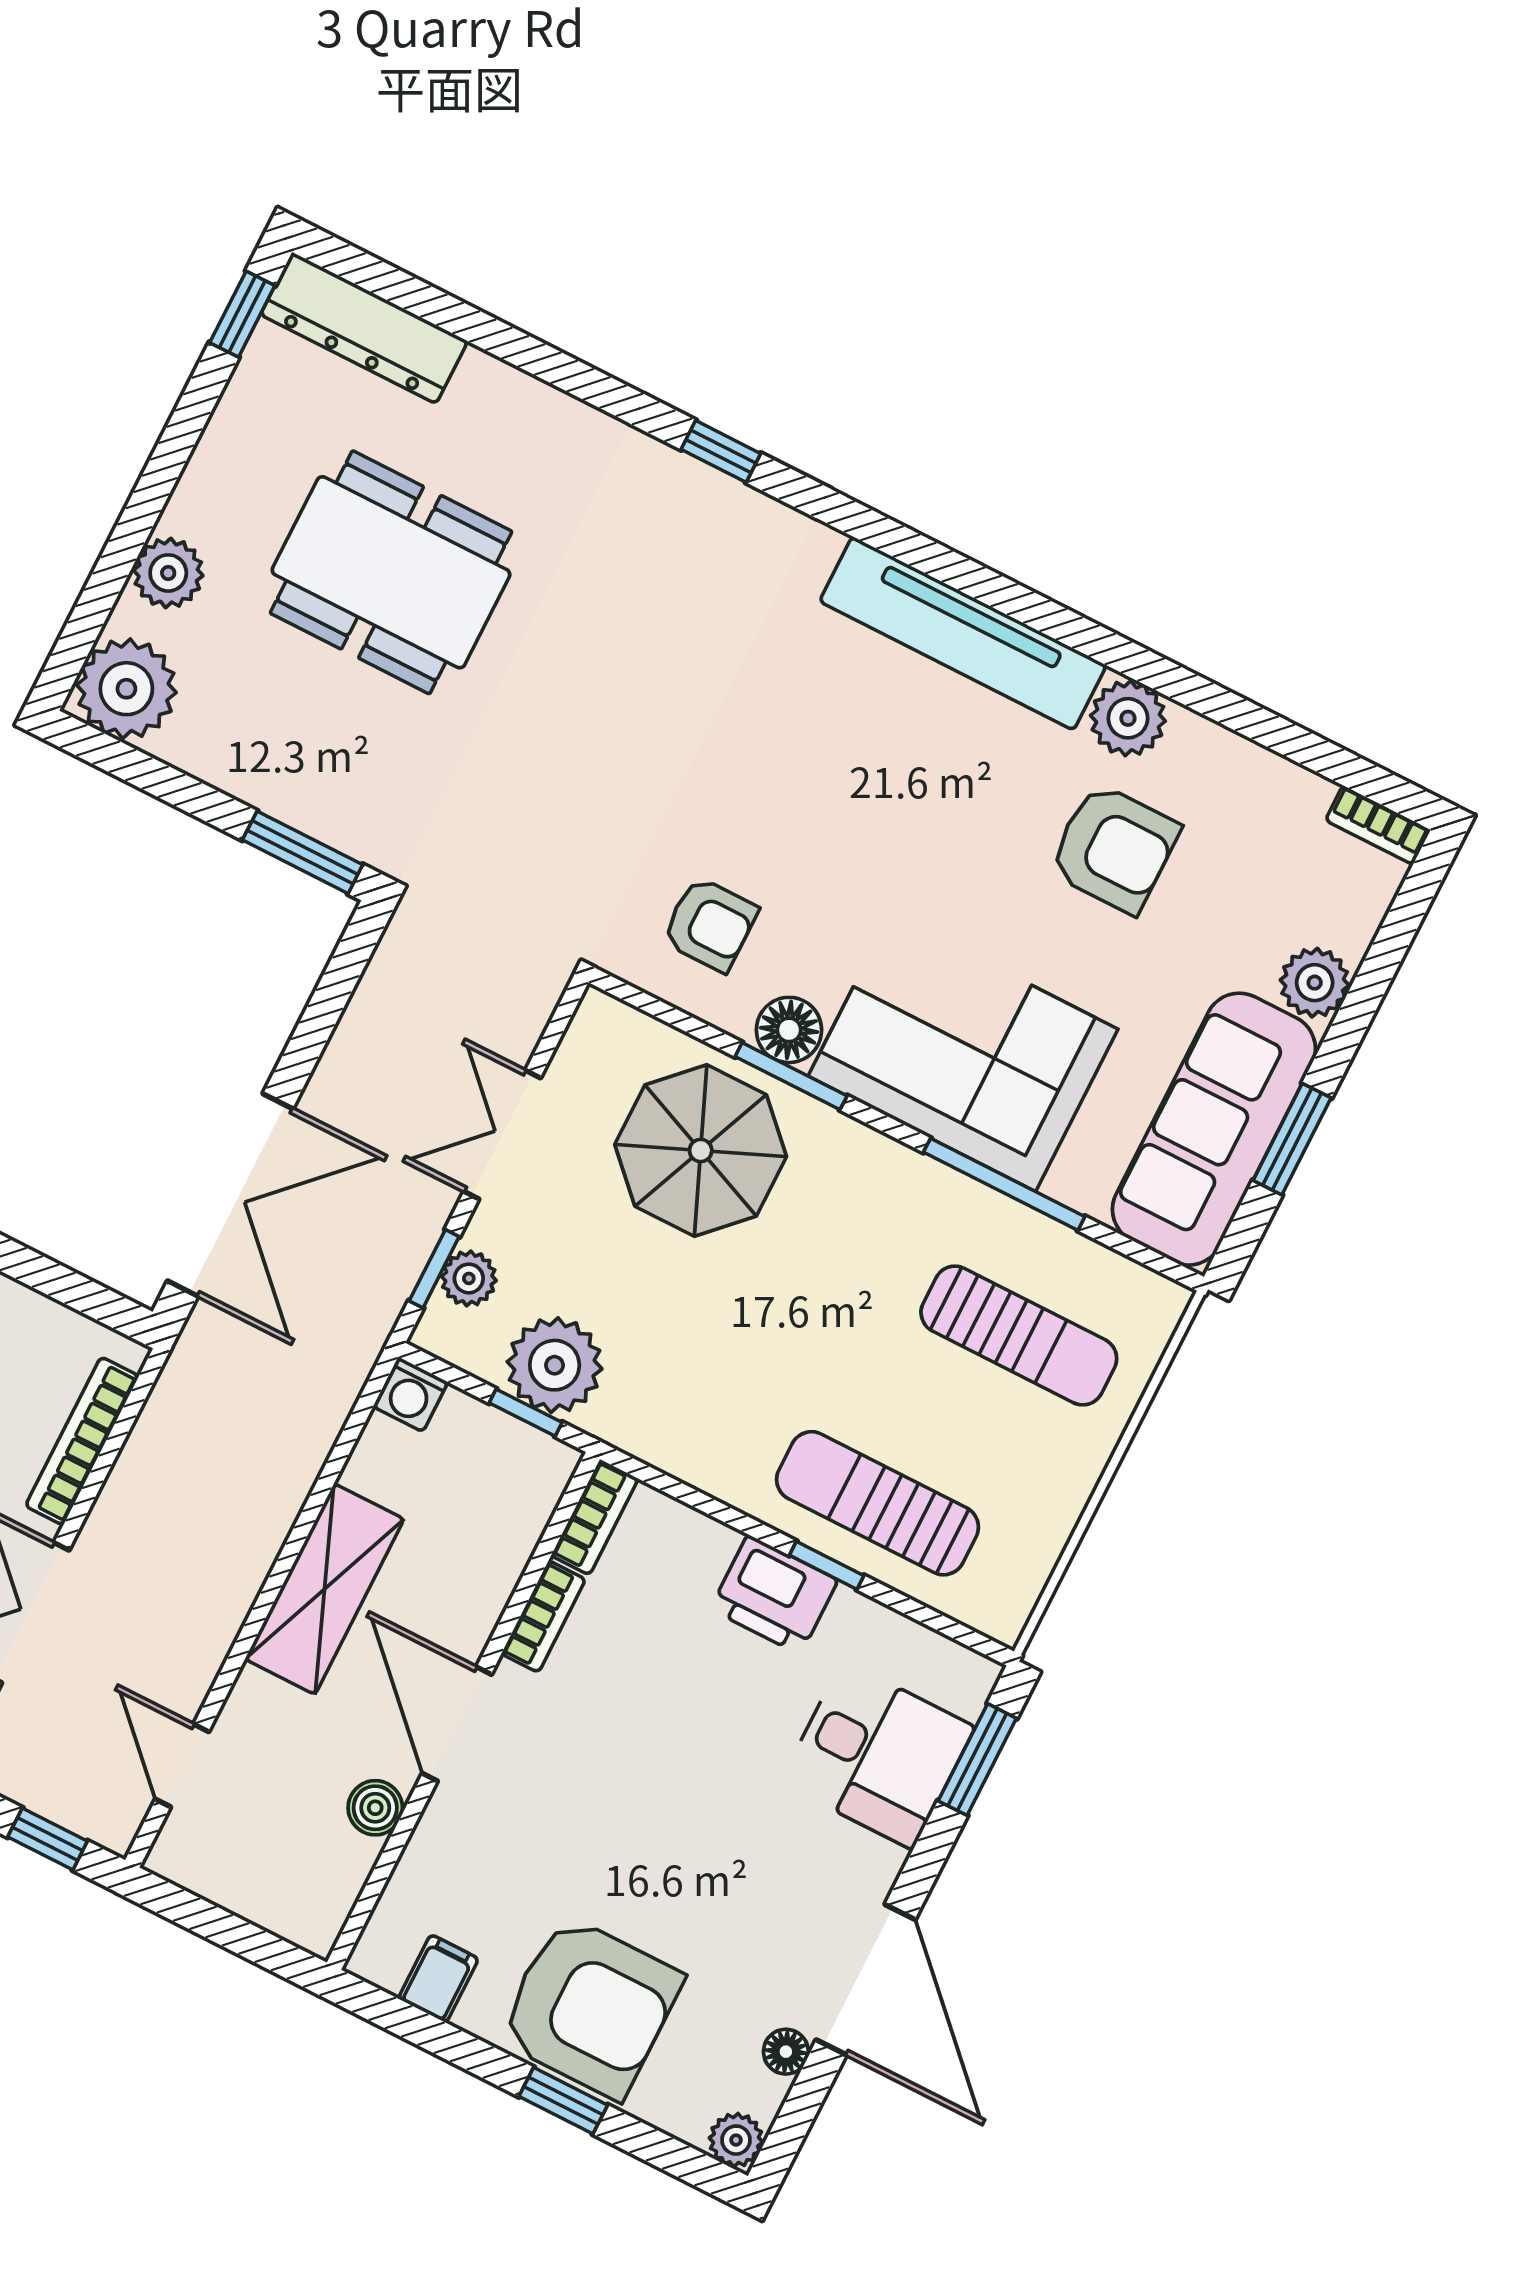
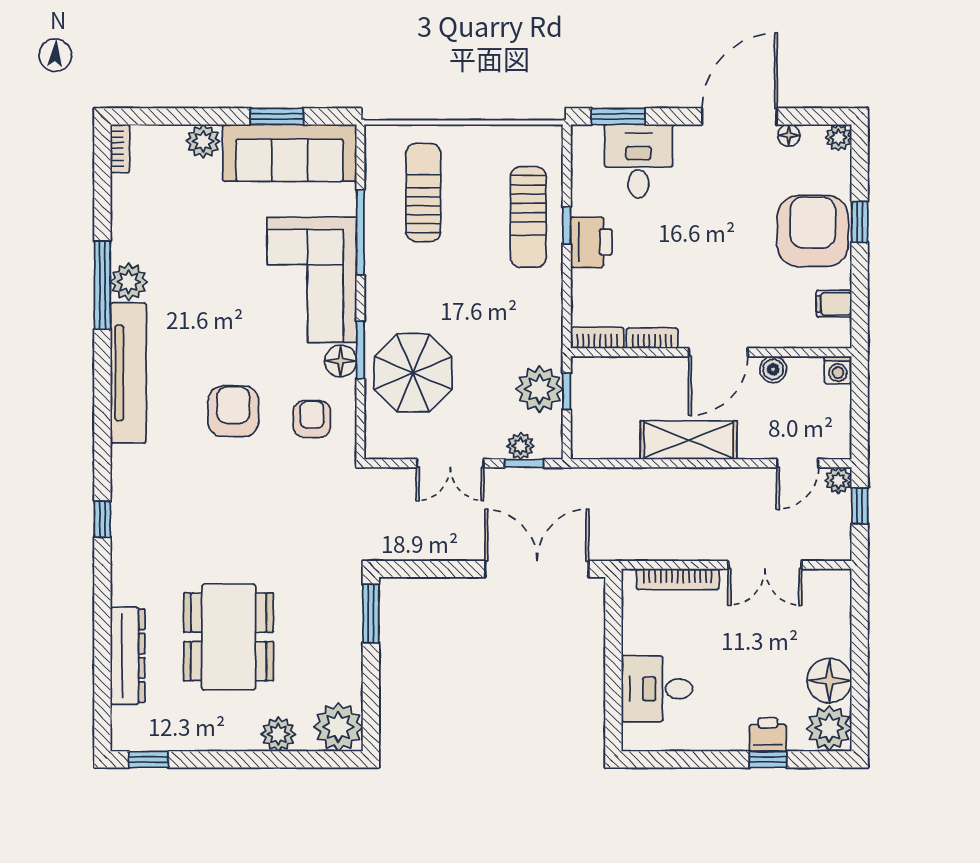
dresser: (364, 328) -> (128, 656), moved
window: (1146, 667) -> (102, 285), added
armchair: (1114, 848) -> (233, 411), moved
washing machine: (411, 1394) -> (838, 370), moved, turned 90
plant: (113, 1824) -> (838, 480), added

